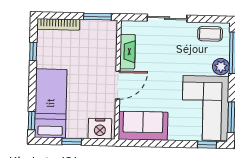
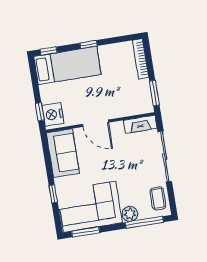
sliding door: (167, 18) -> (165, 157), width x1.37
window: (33, 51) -> (89, 44), moved
fireplace: (127, 52) -> (140, 124), moved
window: (72, 142) -> (40, 112), moved
window: (207, 145) -> (53, 194), moved

